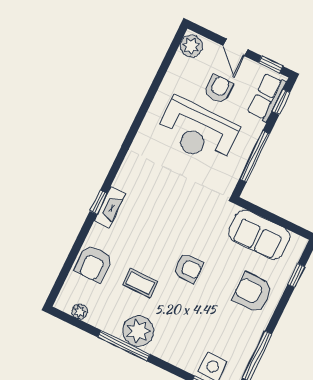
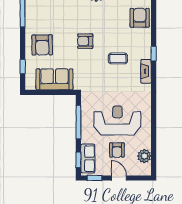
plant: (191, 46) -> (144, 156), moved
fireplace: (110, 207) -> (146, 71), moved
coffee table: (140, 283) -> (118, 58), moved
armchair: (253, 293) -> (42, 45), turned 89

